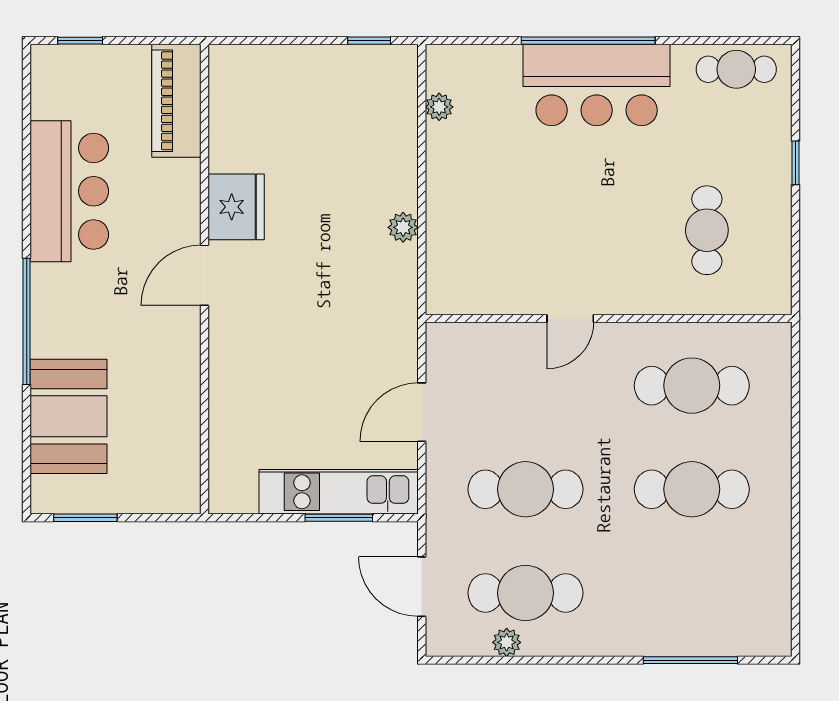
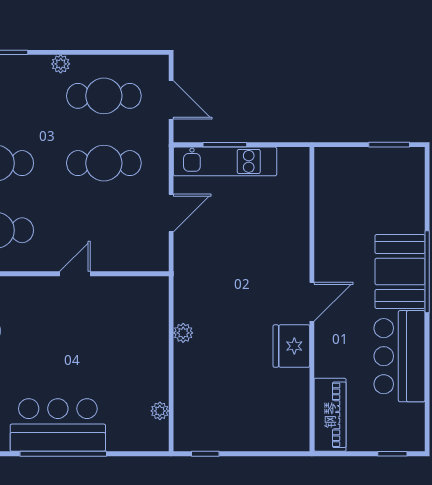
booth: (68, 416) -> (400, 272), moved
plant: (507, 642) -> (61, 64), moved

